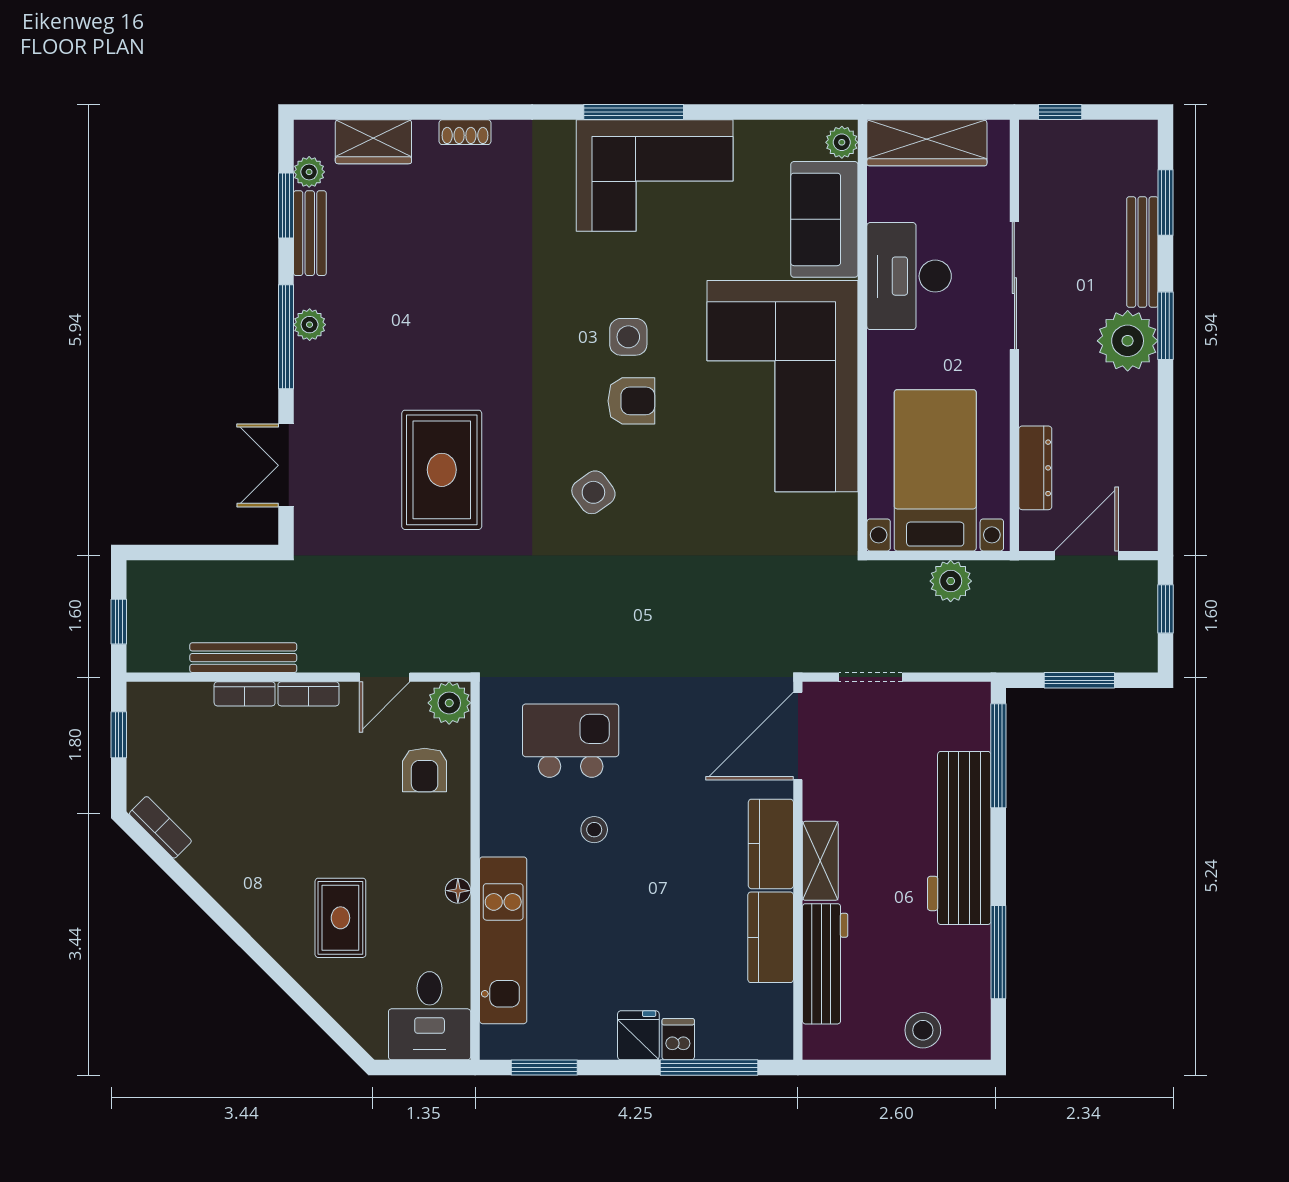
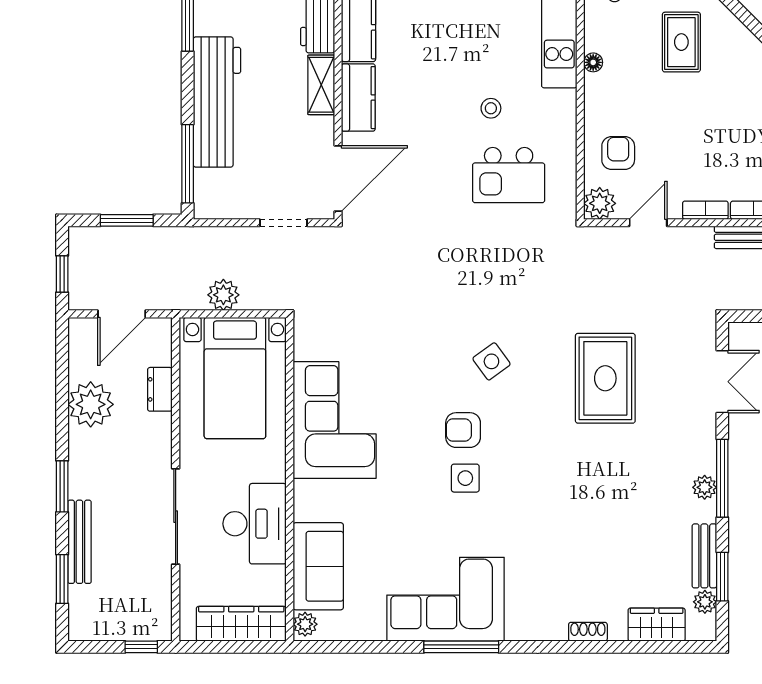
plant: (1128, 341) -> (91, 404), moved
corner sofa: (783, 386) -> (335, 420), width x0.73, depth x0.74
dresser: (1035, 468) -> (160, 389), width x0.70

